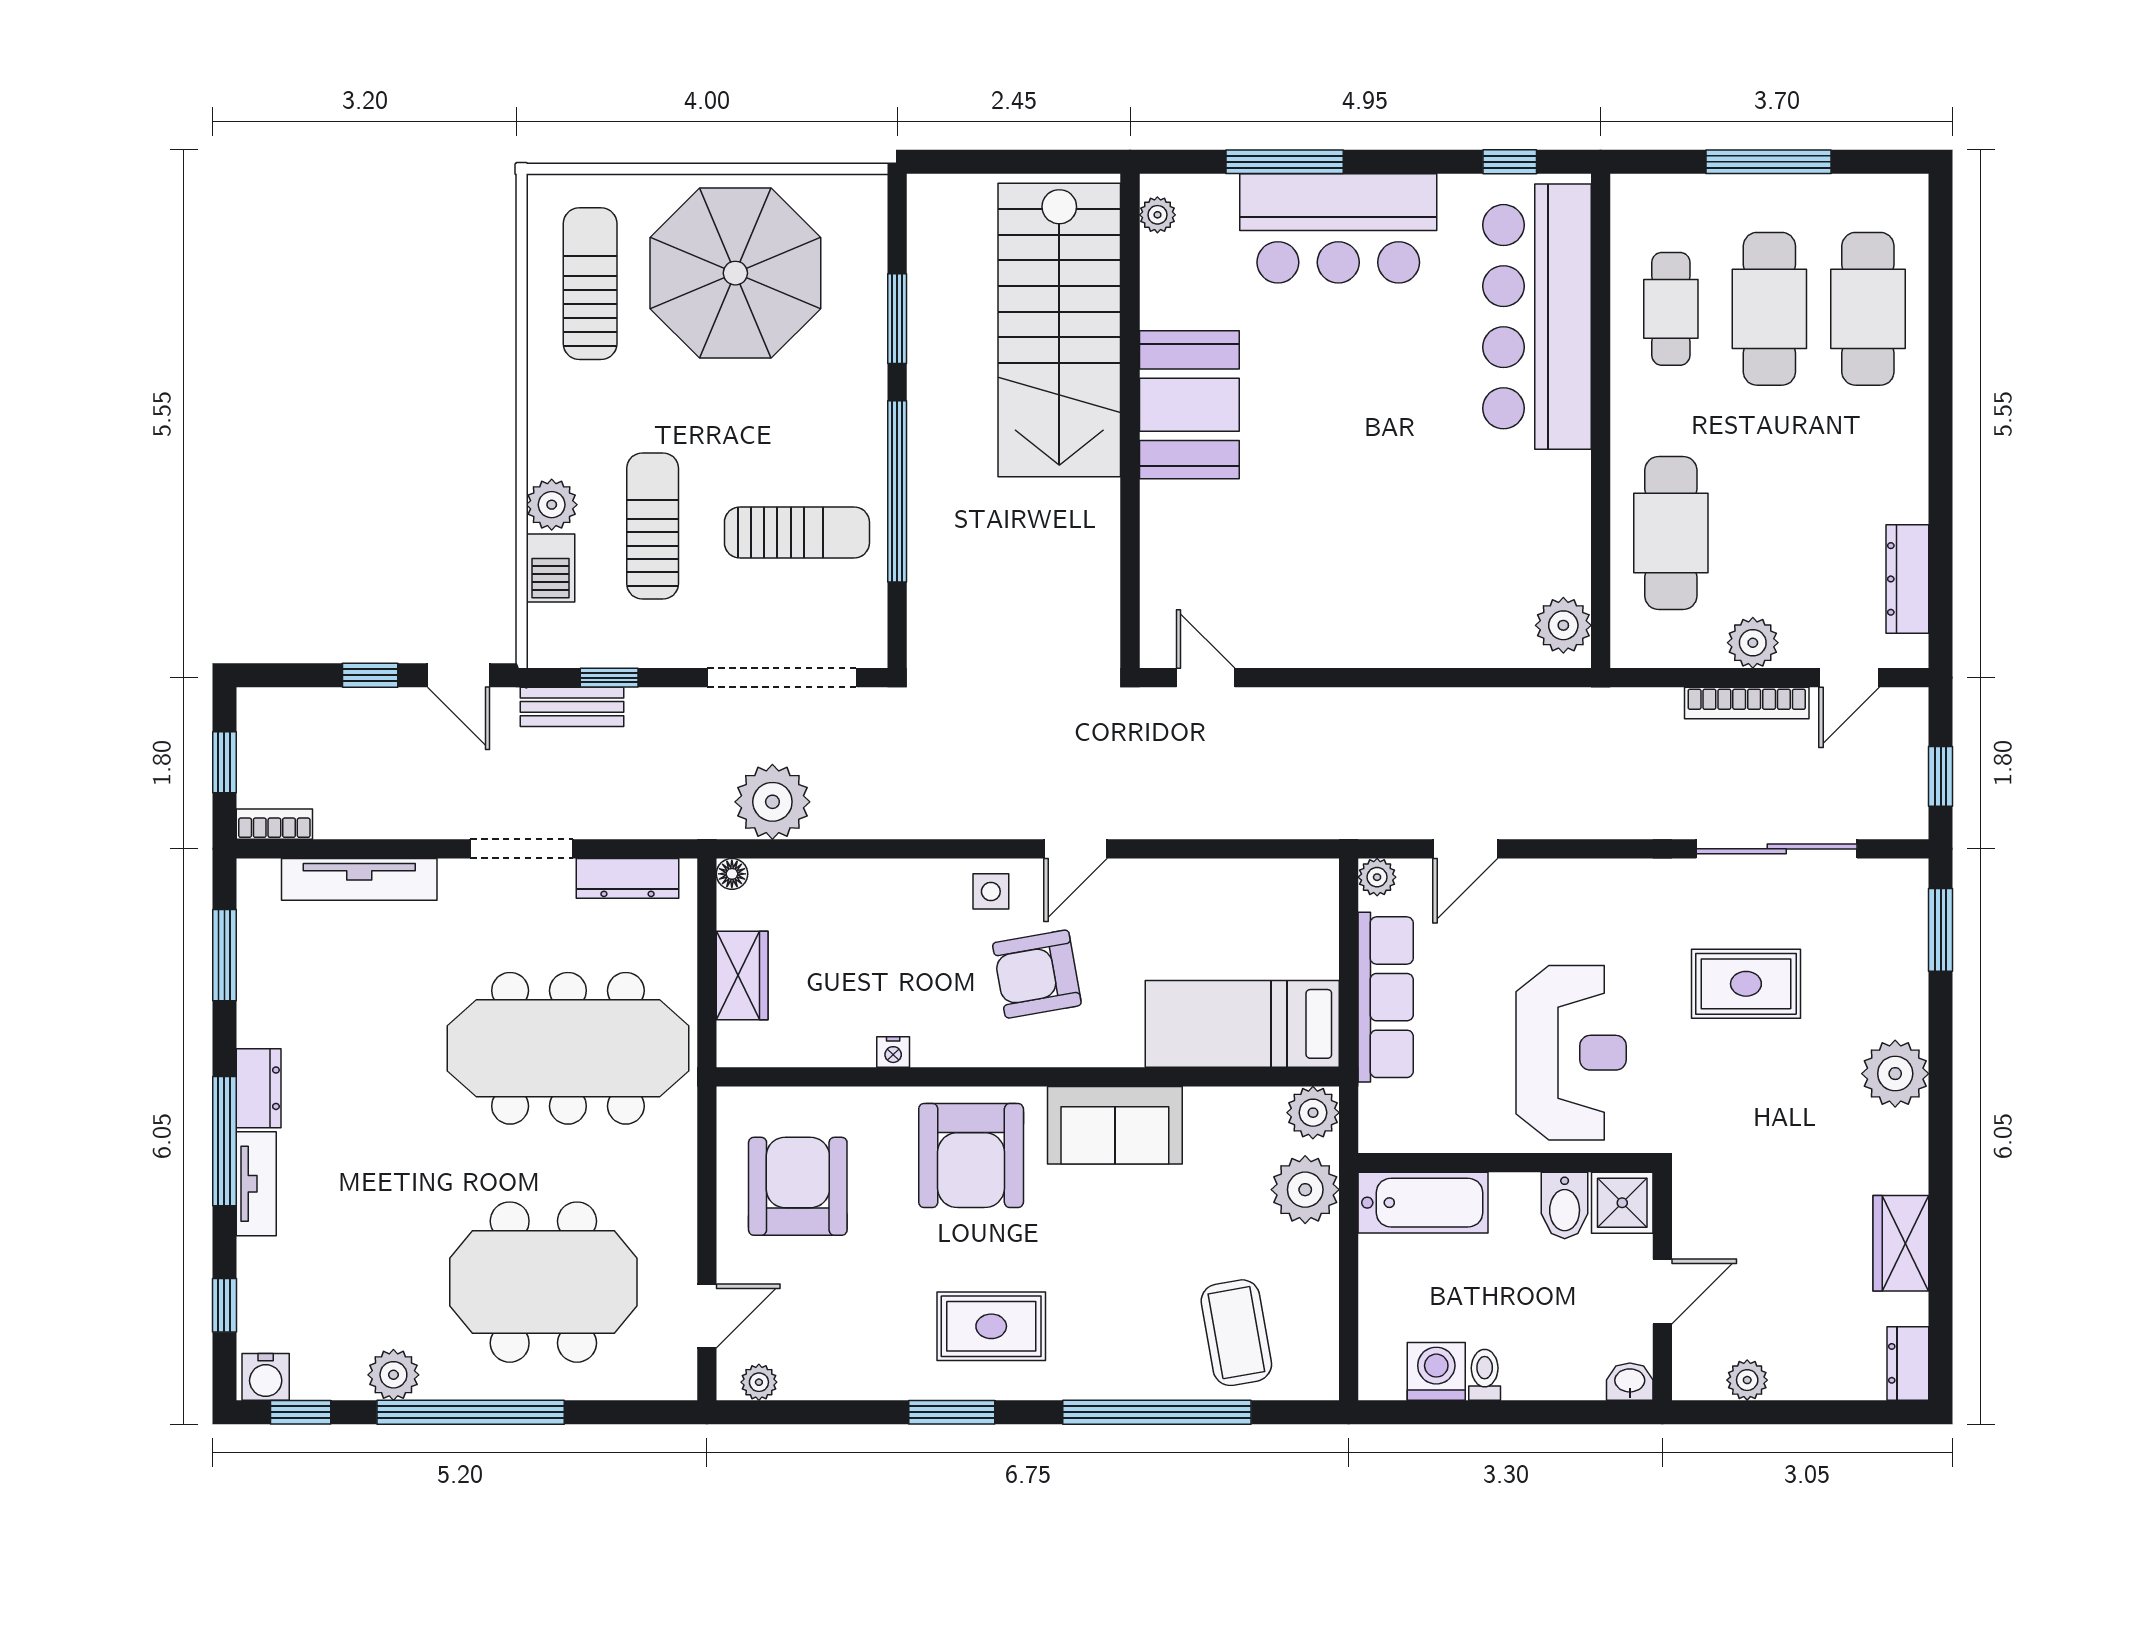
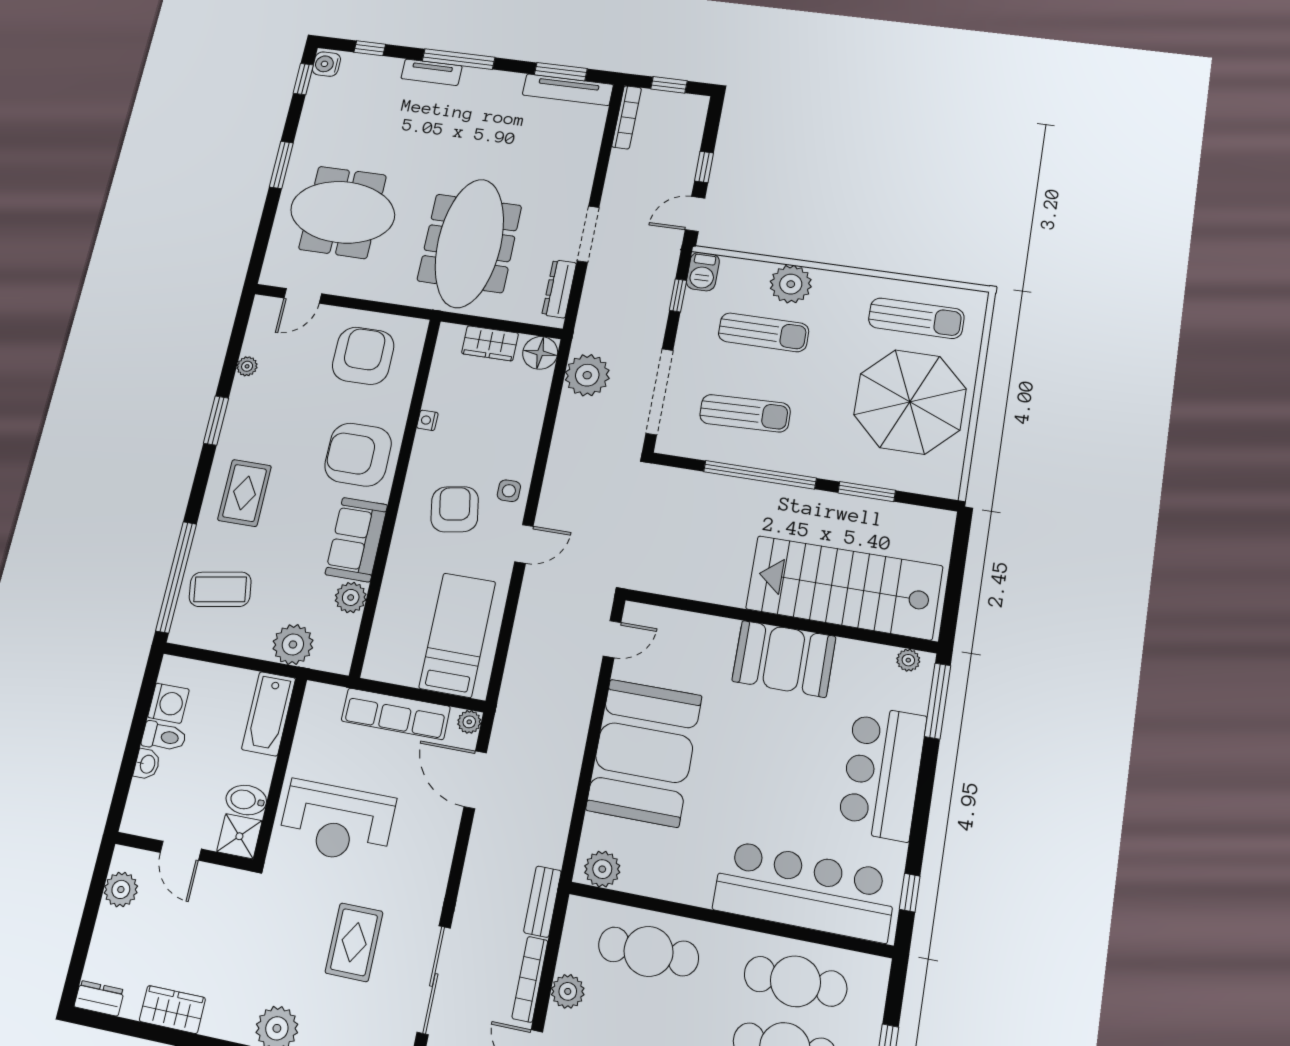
window: (1285, 162) -> (937, 701), moved
cafe table: (1671, 309) -> (795, 981), width x1.37, depth x1.35
plant: (552, 505) -> (791, 284), width x1.36, depth x1.36
sun lounger: (797, 532) -> (745, 413), turned -92
barbecue: (550, 568) -> (703, 272), moved, turned -90
booth: (1375, 594) -> (644, 753), added
bench: (572, 707) -> (542, 902), moved
bookcase: (274, 824) -> (627, 117), width x1.56
door: (1075, 849) -> (524, 544), swing flipped
door: (1465, 849) -> (475, 780), width x1.38
floor lamp: (732, 874) -> (540, 353), width x1.89, depth x1.89
tv unit: (359, 879) -> (568, 90), moved, turned -90
bed: (1242, 1024) -> (457, 635), moved
dresser: (259, 1088) -> (483, 80), removed
plant: (1313, 1113) -> (351, 597), moved
armchair: (798, 1186) -> (363, 356), turned -90
meeting table: (543, 1282) -> (343, 212), turned 90
door: (707, 1316) -> (303, 296), hinge flipped
rug: (991, 1326) -> (245, 493), moved
plant: (393, 1375) -> (311, 128), removed
toilet: (1485, 1375) -> (164, 737), width x1.37, depth x1.39
plant: (1747, 1380) -> (121, 889), width x1.38, depth x1.38
plant: (759, 1382) -> (247, 366), moved
washbasin: (1630, 1382) -> (147, 764), moved
window: (471, 1412) -> (281, 165), width x0.47
window: (1157, 1412) -> (176, 577), moved

